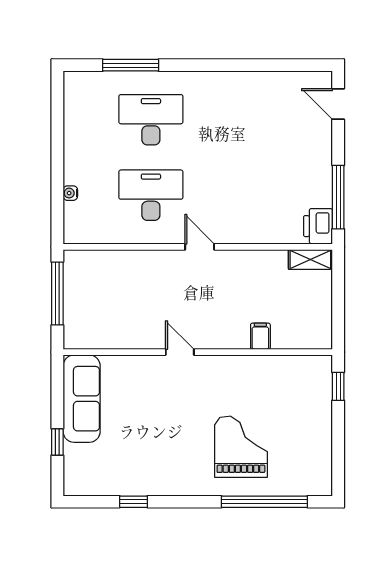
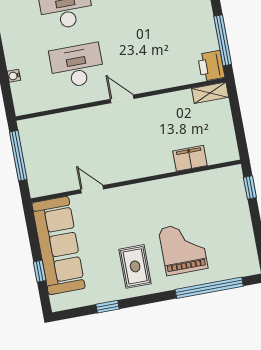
filing cabinet: (260, 336) -> (190, 158), width x2.00
door: (180, 352) -> (92, 189), moved
sofa: (82, 399) -> (58, 246), width x1.36, depth x1.27
rug: (177, 458) -> (135, 266), added

